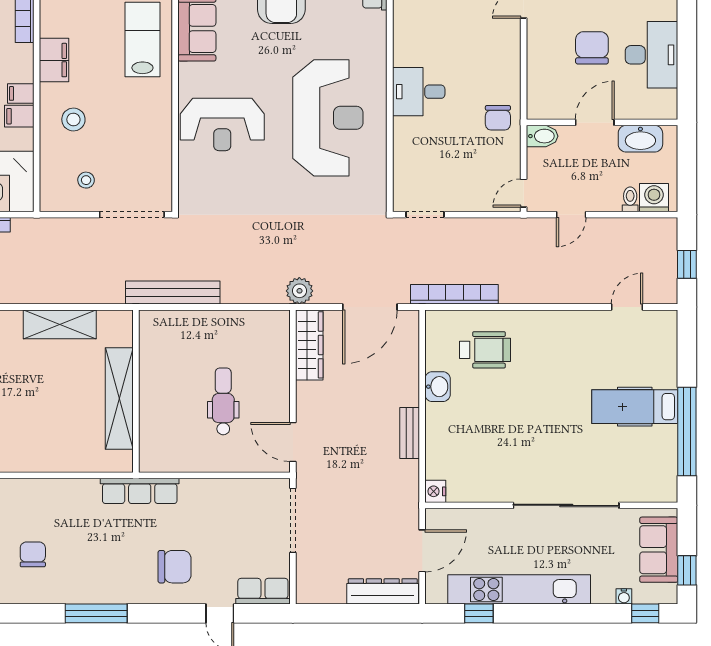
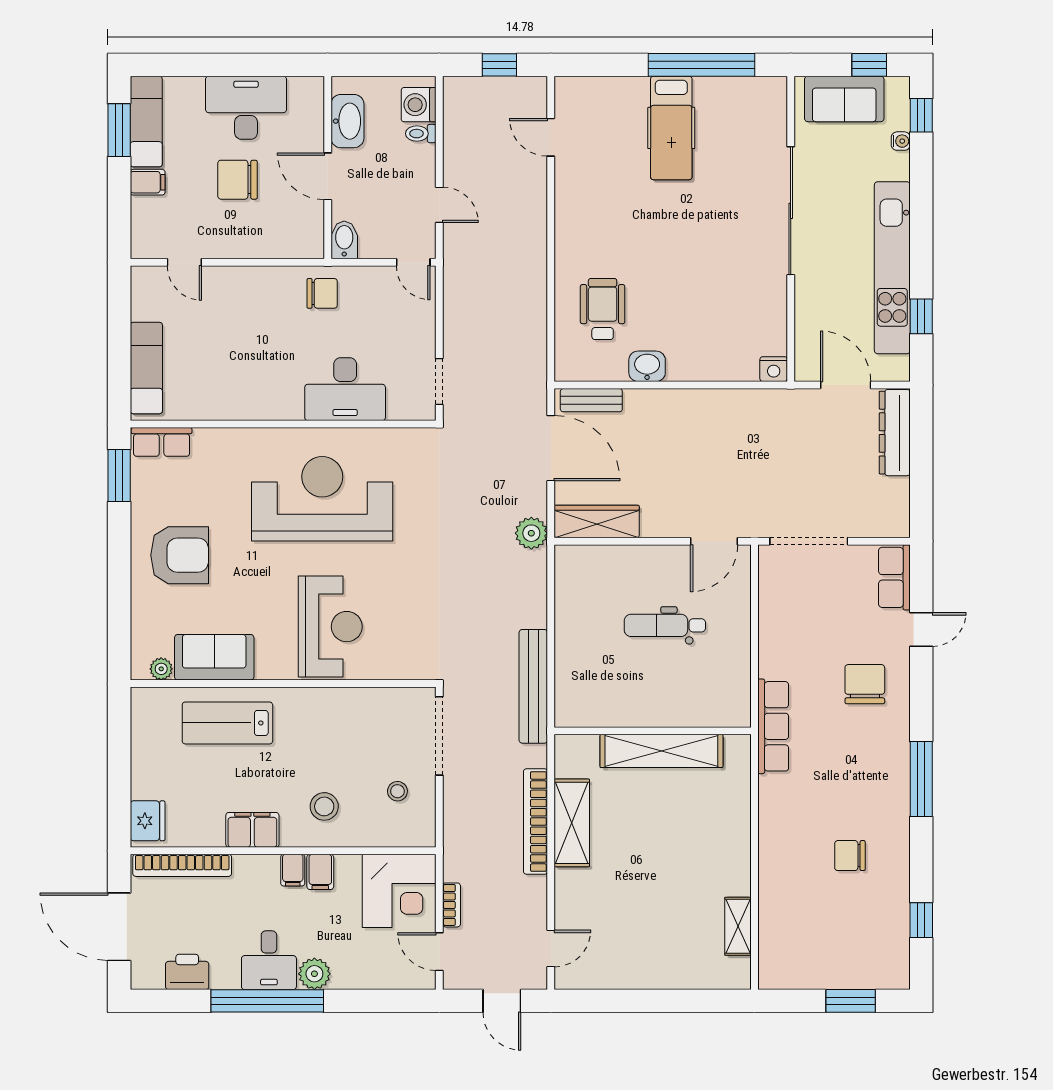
desk: (419, 92) -> (345, 389), moved, width x1.37
bookcase: (454, 294) -> (535, 821), moved
bench: (410, 433) -> (591, 400), moved

